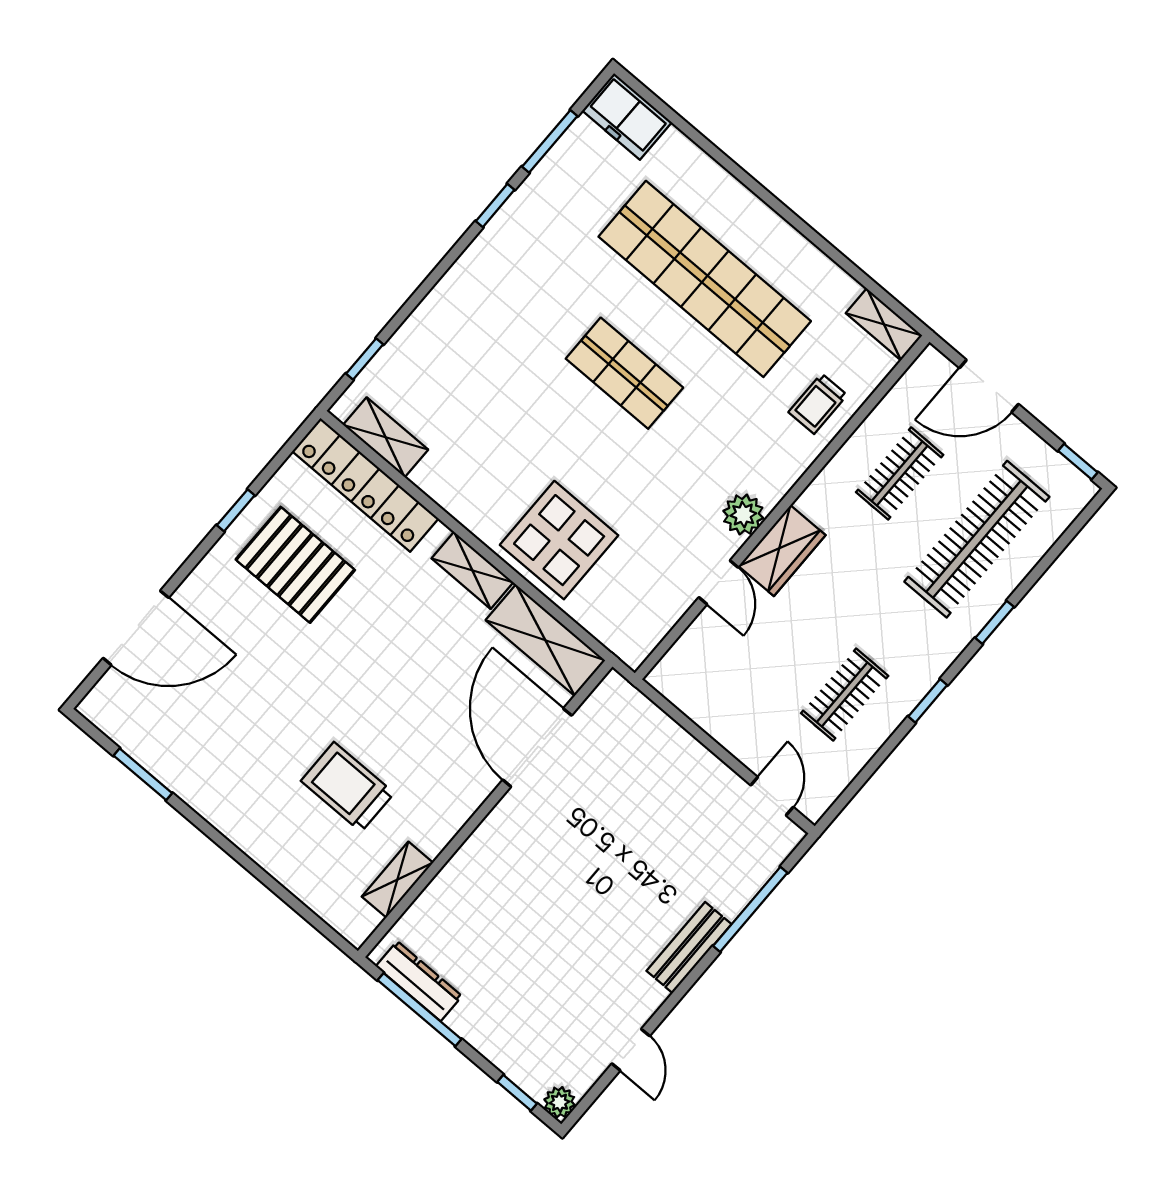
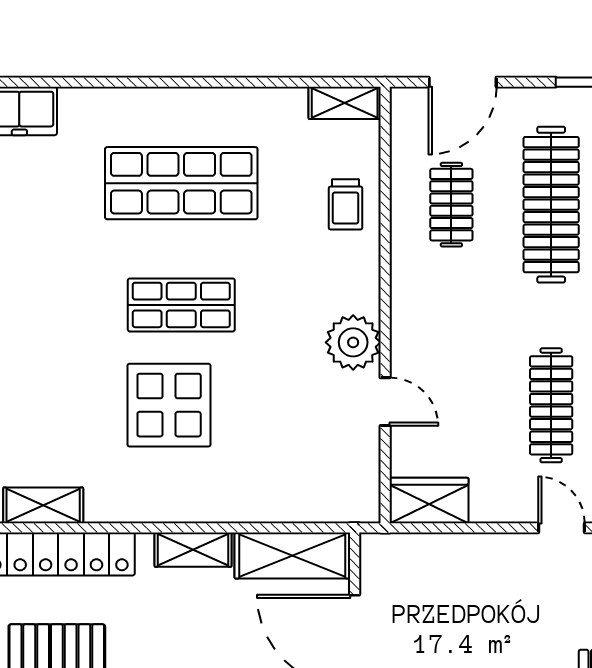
shop shelf: (705, 279) -> (181, 183), width x0.71
plant: (743, 515) -> (353, 342), width x1.36, depth x1.36
display table: (559, 540) -> (169, 405), moved
wardrobe: (782, 551) -> (429, 500), moved, turned -90
clothes rail: (845, 695) -> (551, 405), width x1.36

